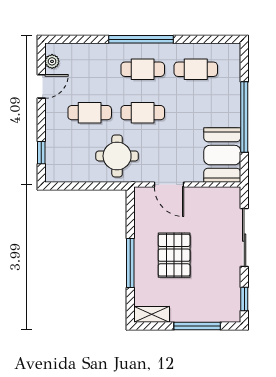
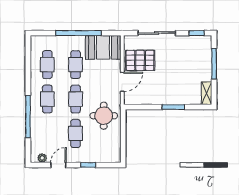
window: (141, 39) -> (28, 117), moved
door: (41, 86) -> (58, 165), hinge flipped
cafe table: (196, 113) -> (76, 65), added
window: (41, 153) -> (88, 165), moved
pallet: (174, 255) -> (140, 60), moved
window: (130, 263) -> (173, 107), width x0.69

